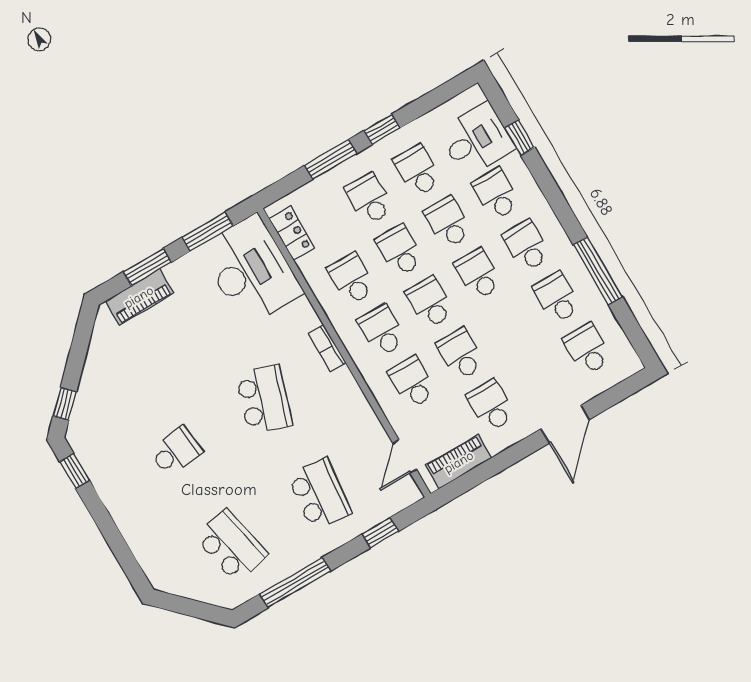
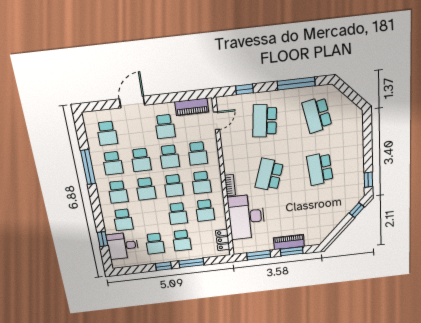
school desk: (448, 222) -> (141, 160), moved
desk: (251, 270) -> (246, 217), moved
piano: (139, 297) -> (289, 242), moved
school desk: (176, 451) -> (320, 169), width x1.85

